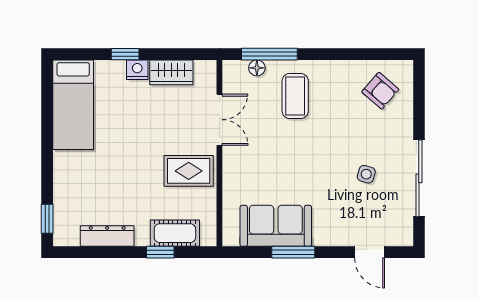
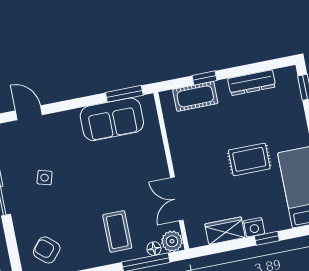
plant: (235, 72) -> (172, 241), added
rug: (189, 171) -> (249, 159), moved
window: (293, 252) -> (124, 94), moved

